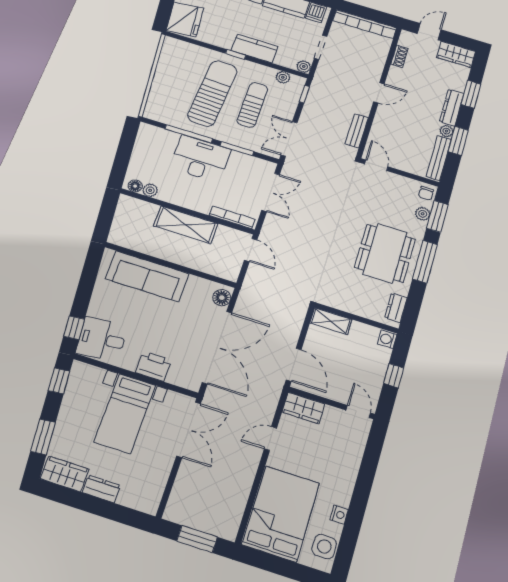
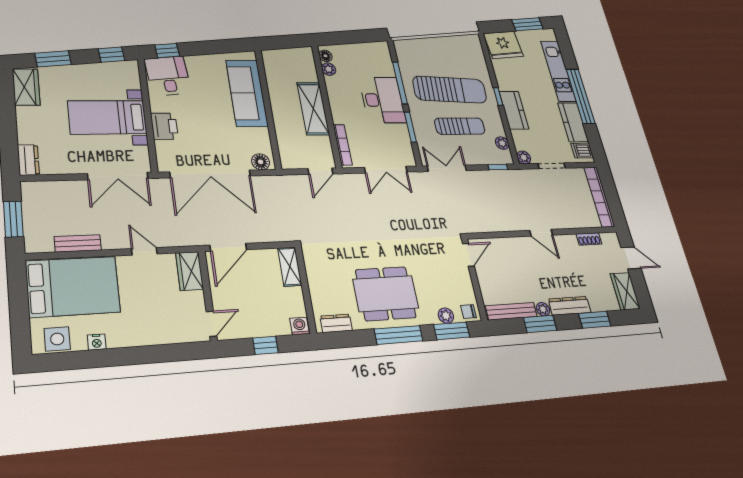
bench: (357, 131) -> (78, 243), moved
dresser: (101, 489) -> (28, 160), moved

